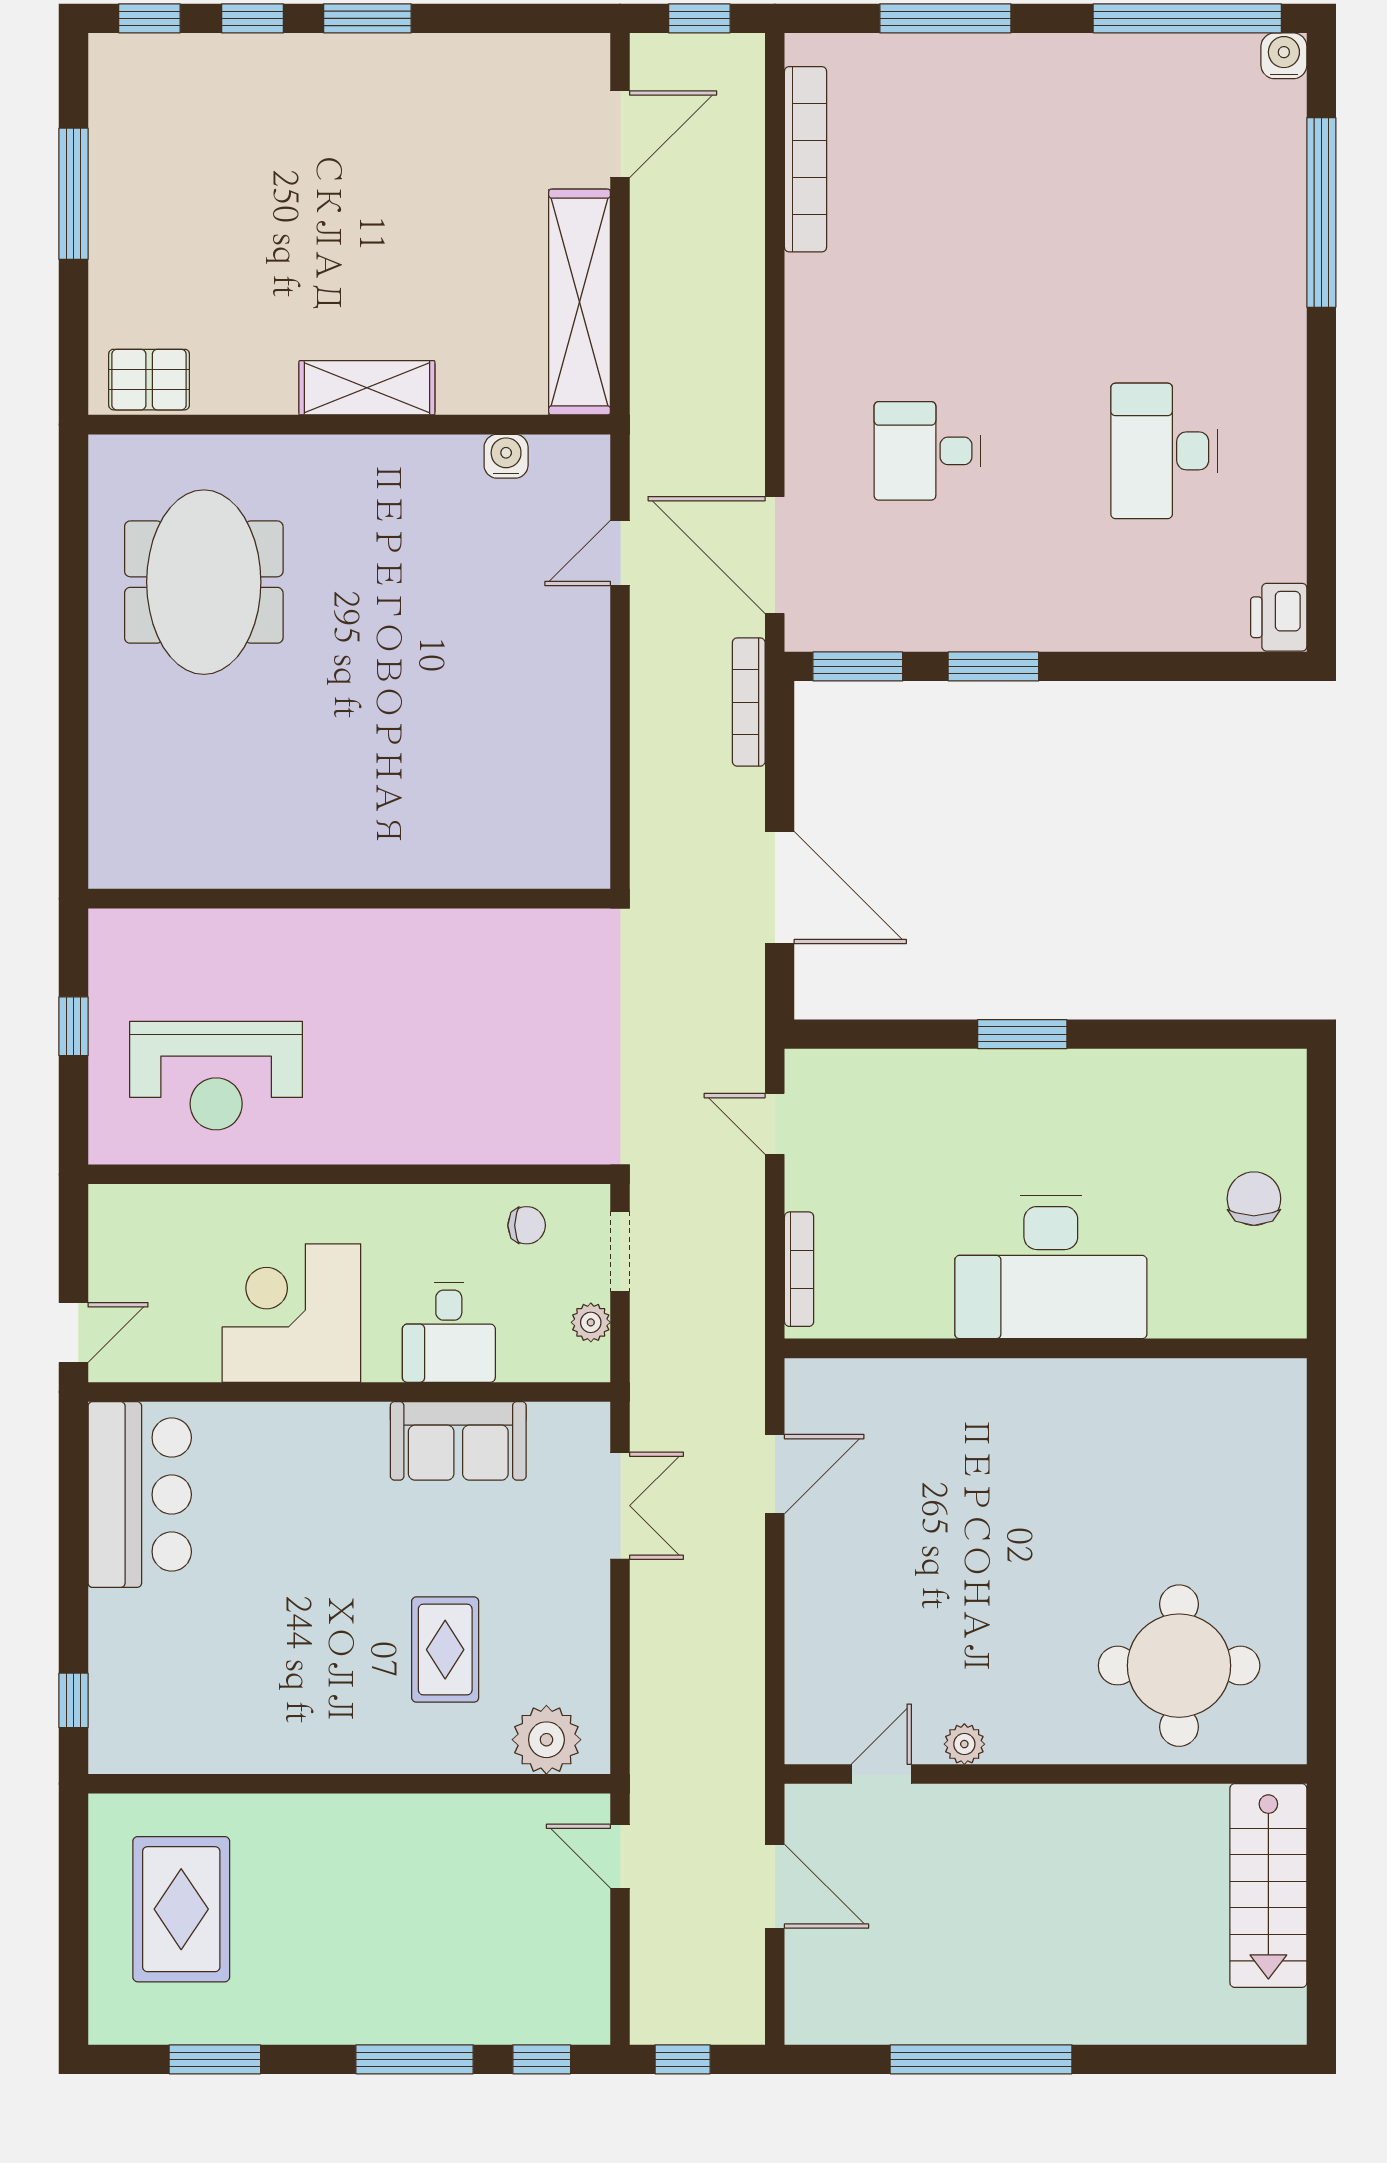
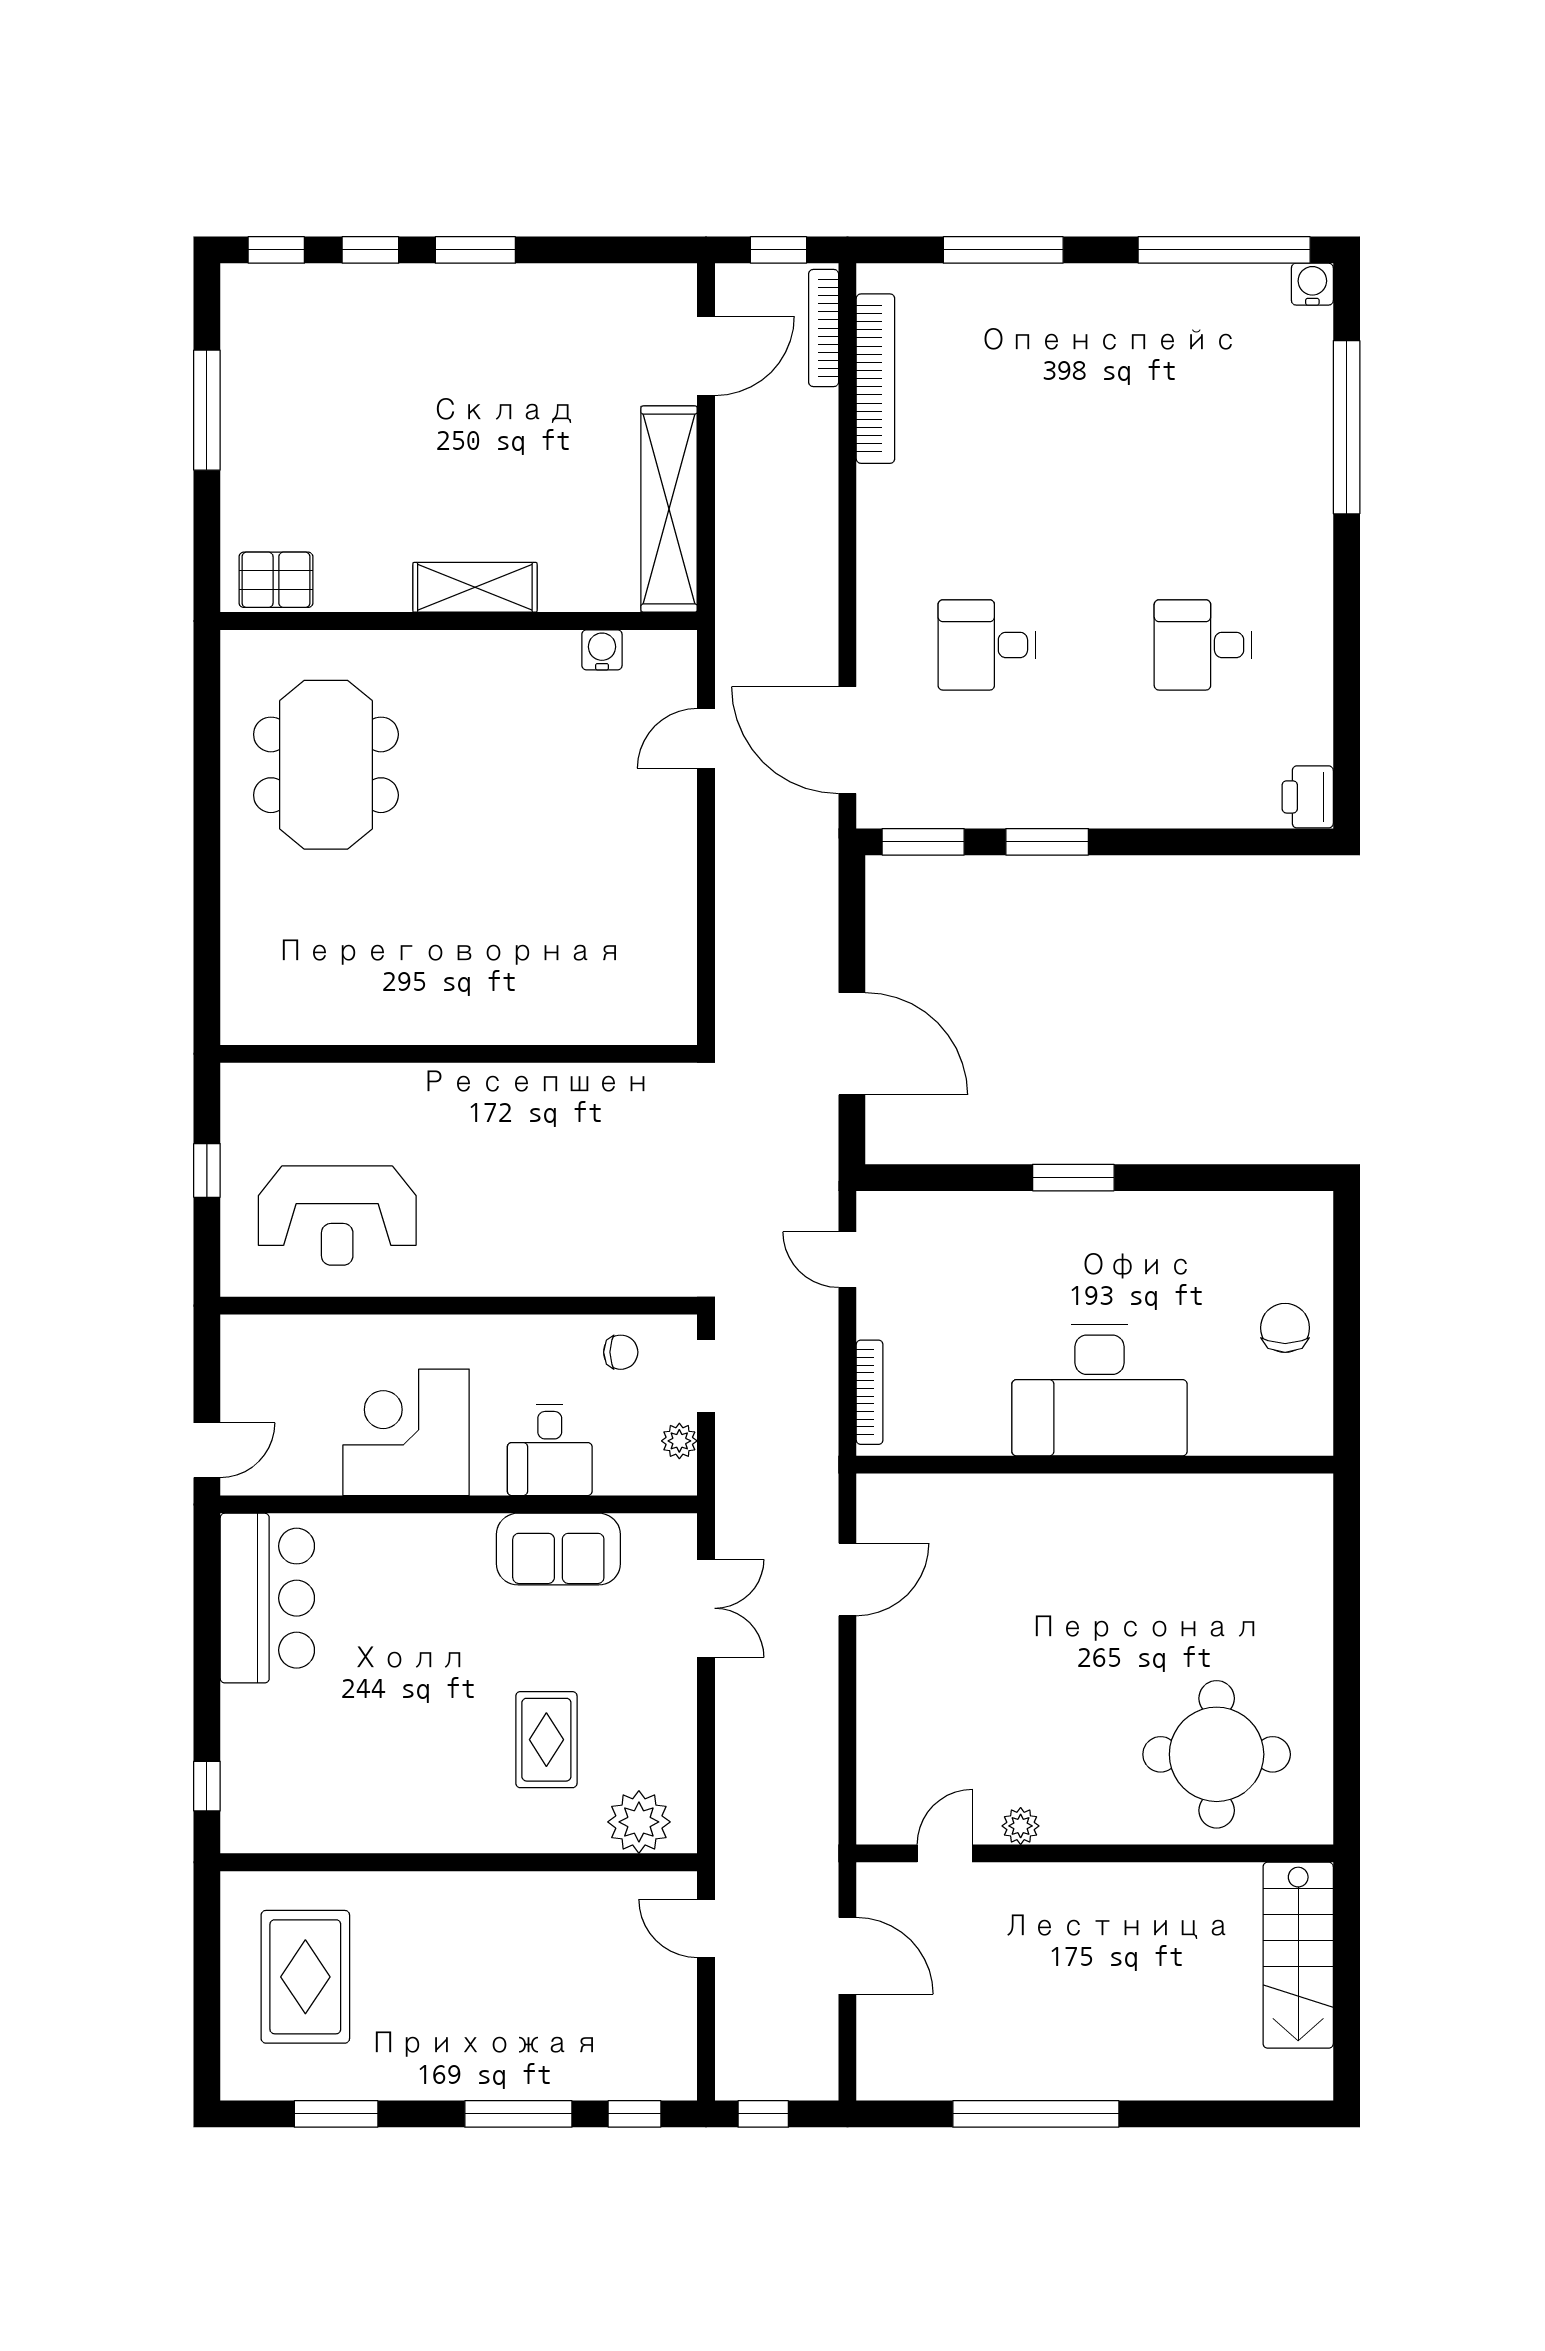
desk: (1164, 451) -> (1203, 645), width x0.73
bookcase: (749, 702) -> (824, 328), moved

